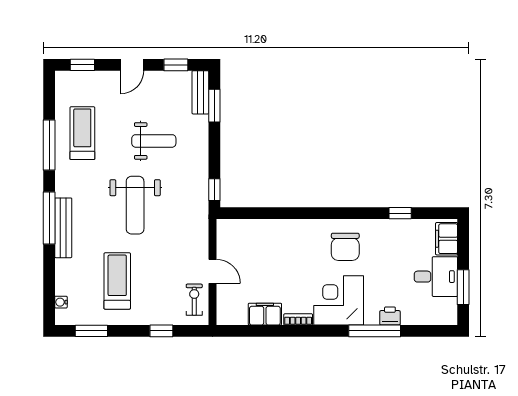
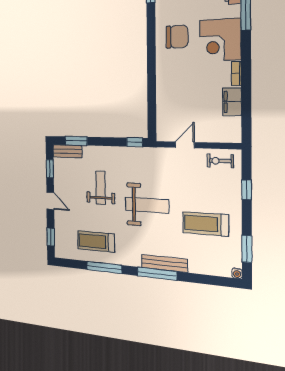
door: (212, 271) -> (185, 145), moved
water cooler: (61, 302) -> (237, 273), moved

